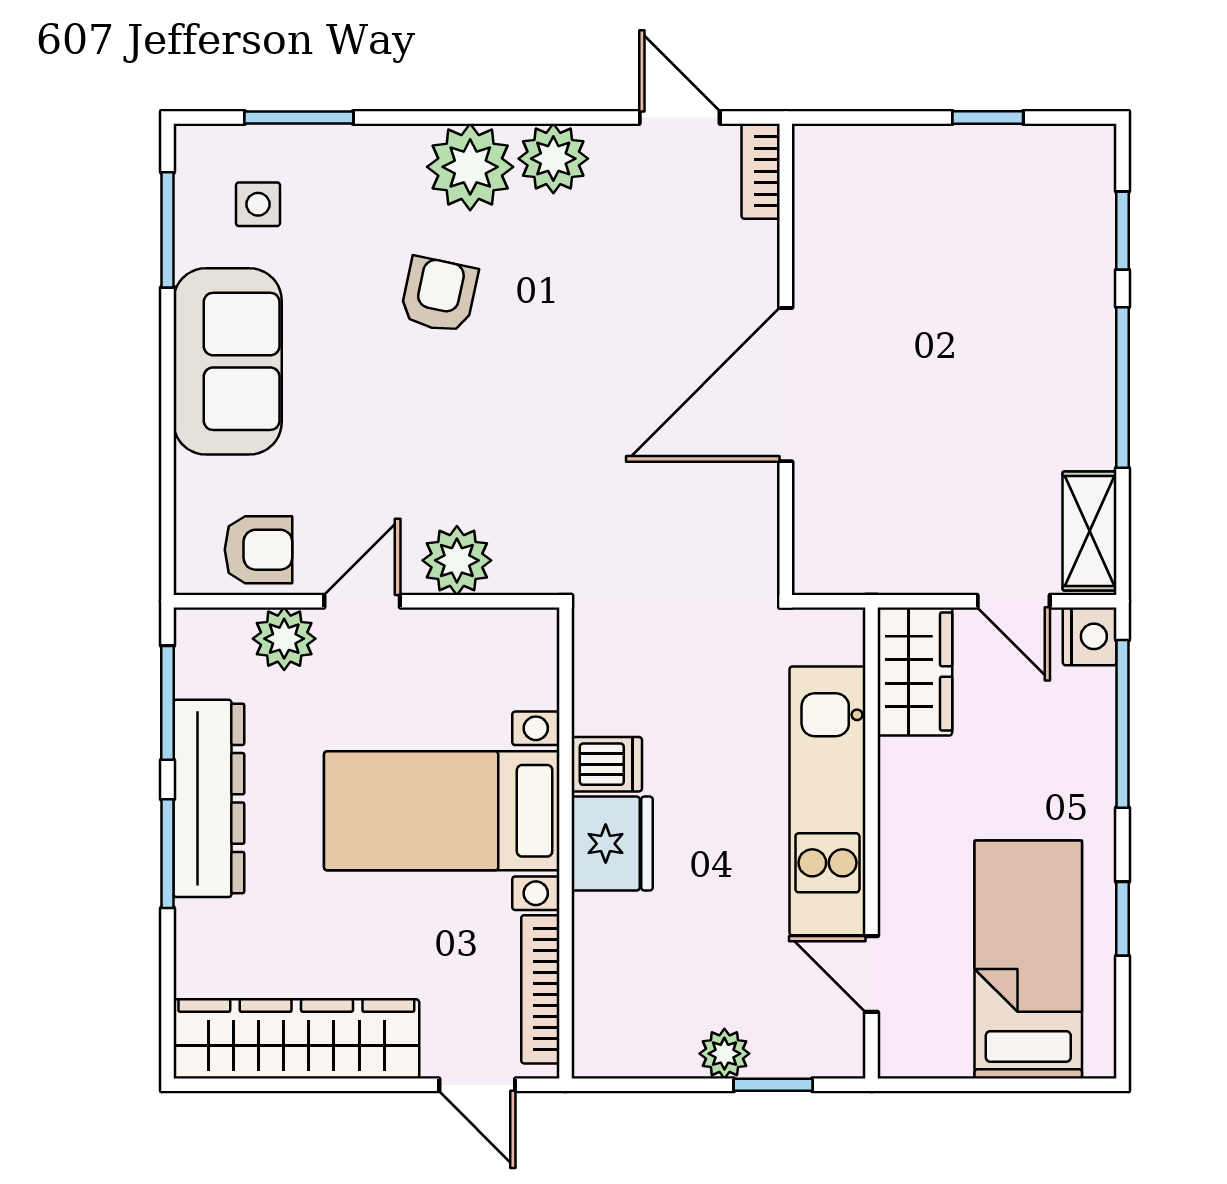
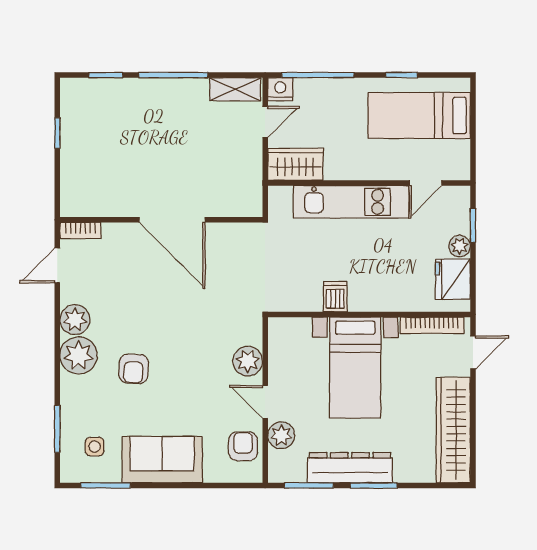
armchair: (439, 295) -> (134, 369), turned -99
fridge: (612, 844) -> (453, 279), moved, turned -90

